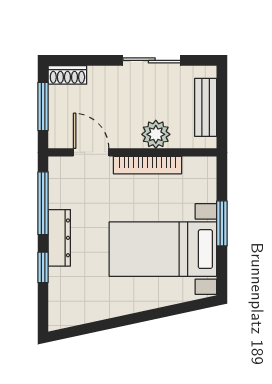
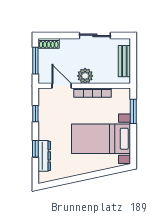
plant: (156, 134) -> (85, 76), moved
window: (43, 203) -> (35, 114), width x0.46
window: (222, 223) -> (133, 111), moved
dresser: (59, 238) -> (44, 156), moved

